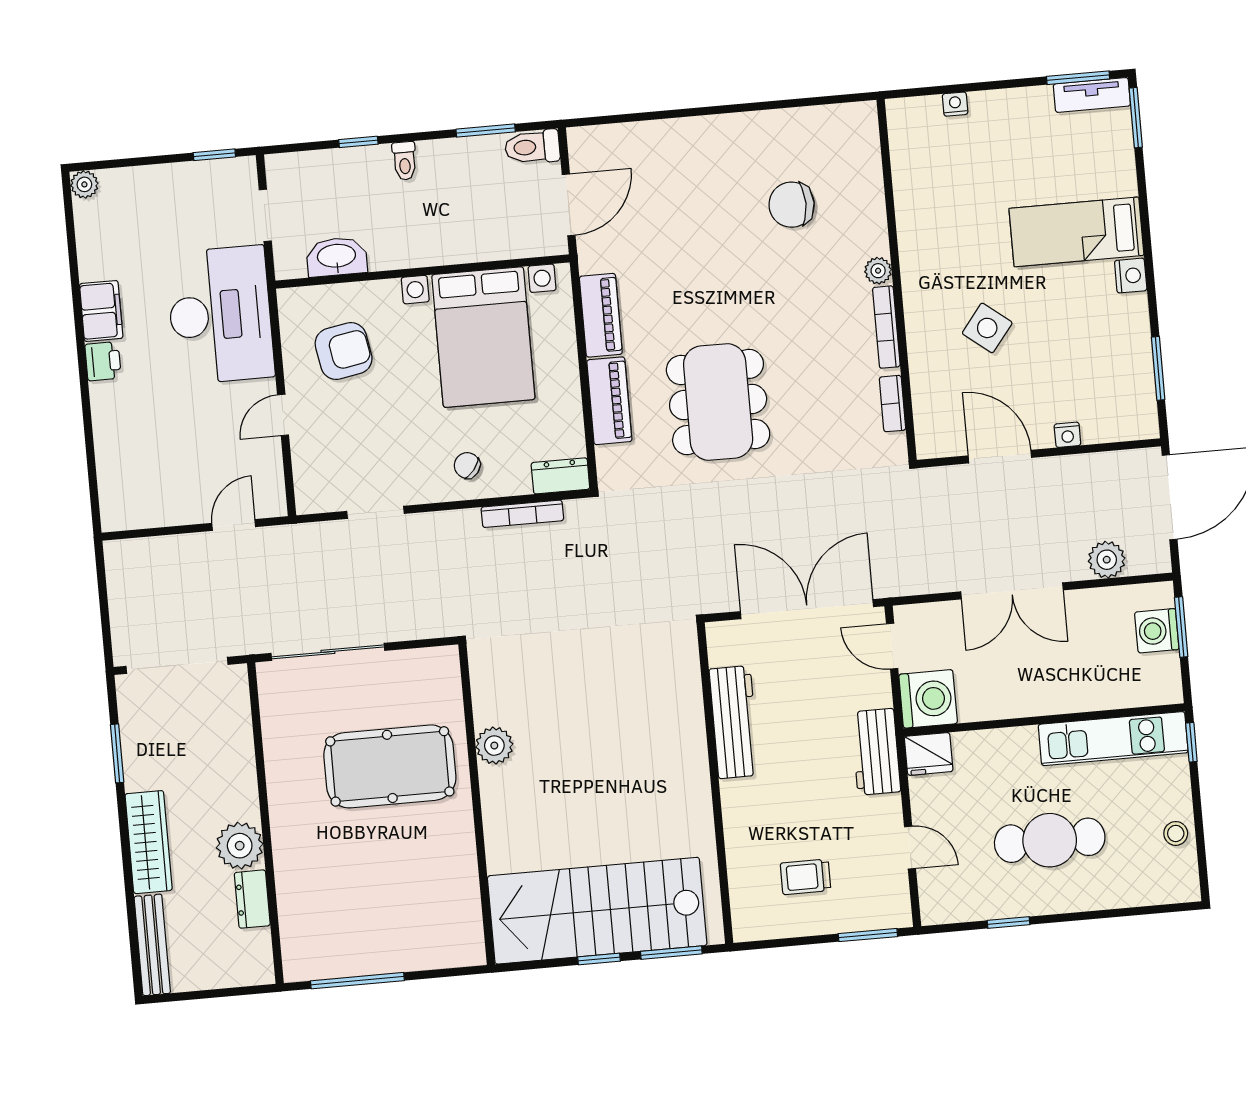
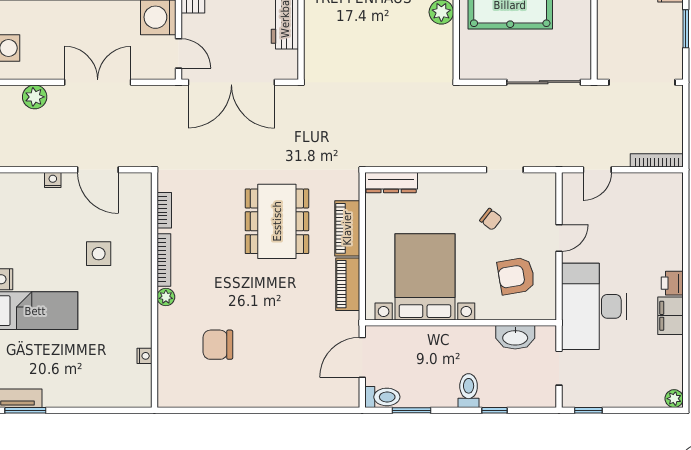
nightstand: (955, 104) -> (144, 356), moved, turned -90
toilet: (405, 161) -> (469, 391), width x1.37, depth x1.39
chair: (792, 205) -> (218, 345), turned 180
side table: (987, 328) -> (99, 254), turned -38
chair: (467, 465) -> (491, 219), moved
dresser: (560, 476) -> (391, 183), width x1.44
bookcase: (522, 514) -> (657, 160), moved

